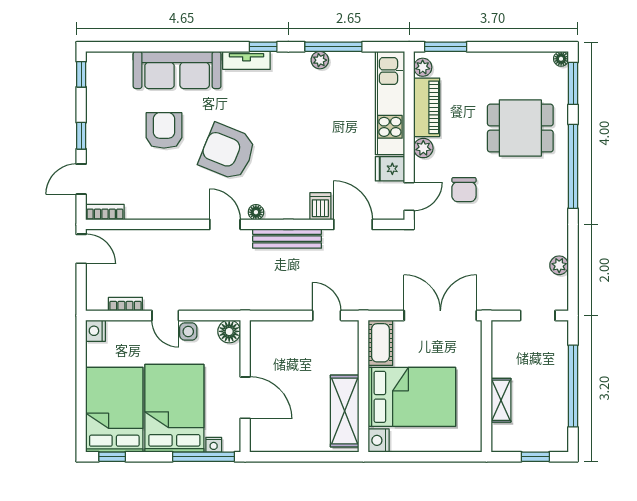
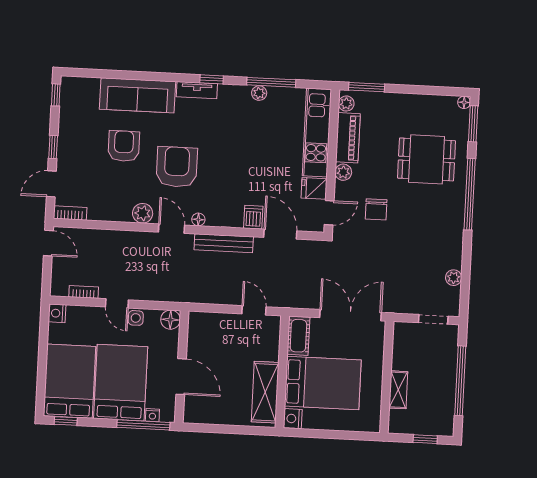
armchair: (227, 152) -> (177, 167), turned 68
plant: (190, 208) -> (143, 213), added

